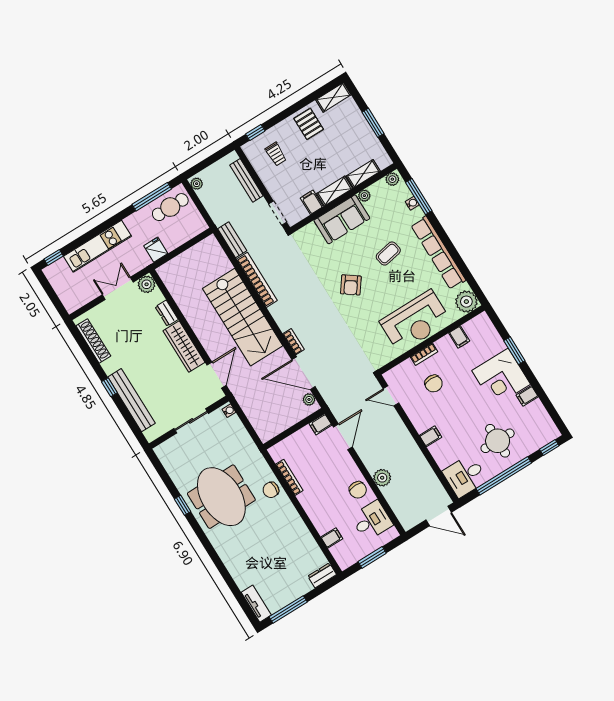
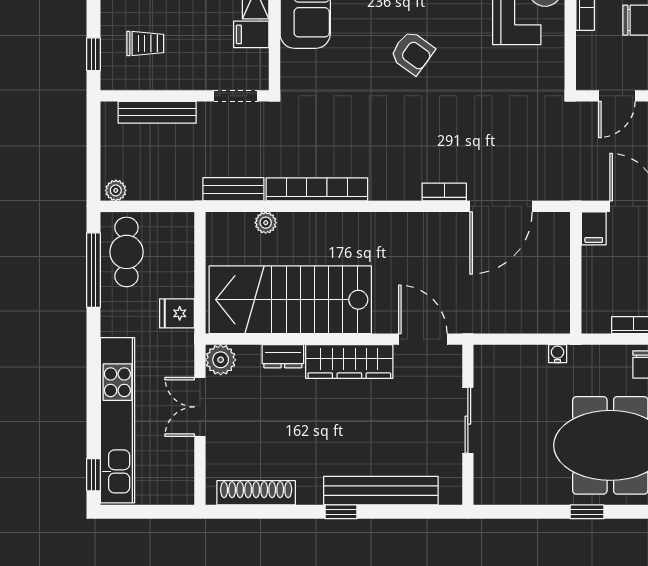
kitchen unit: (97, 246) -> (117, 420), width x1.36
stairs: (243, 317) -> (290, 300), moved, turned 180
plant: (309, 399) -> (266, 223), moved
water cooler: (229, 411) -> (558, 354), moved

